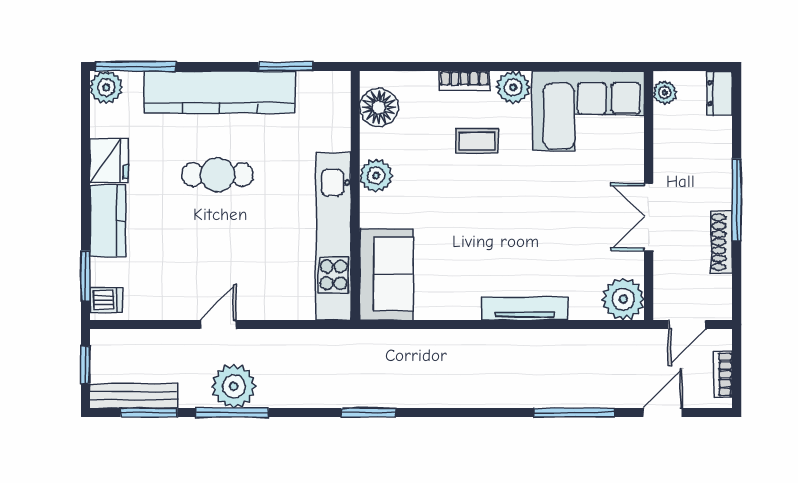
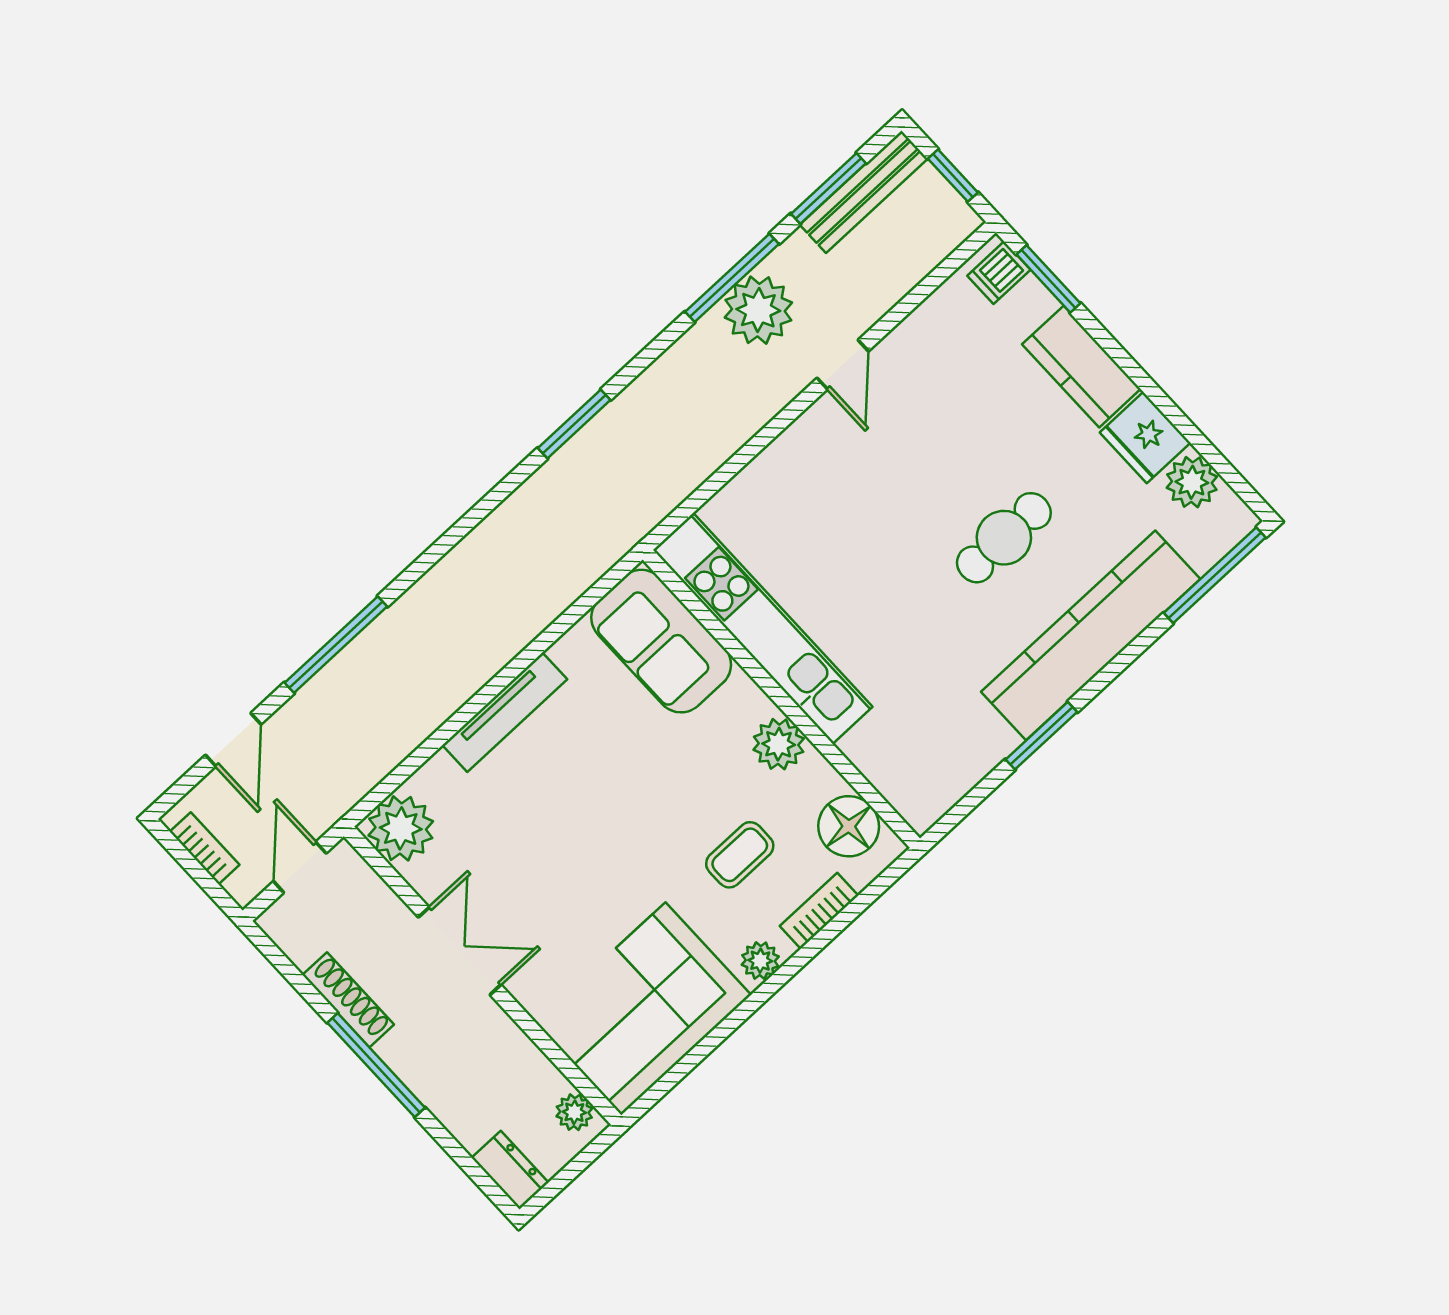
plant: (106, 87) -> (1192, 482), moved
plant: (513, 87) -> (760, 961), width x0.73, depth x0.73
floor lamp: (379, 107) -> (849, 826), moved
plant: (376, 176) -> (779, 744), moved
wall: (355, 196) -> (781, 699), moved
kitchen unit: (334, 236) -> (763, 628), moved
sofa: (386, 274) -> (661, 641), moved

